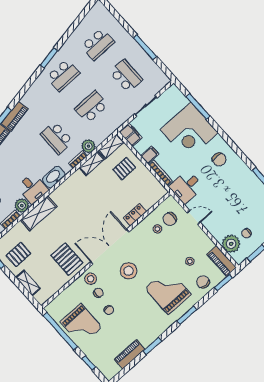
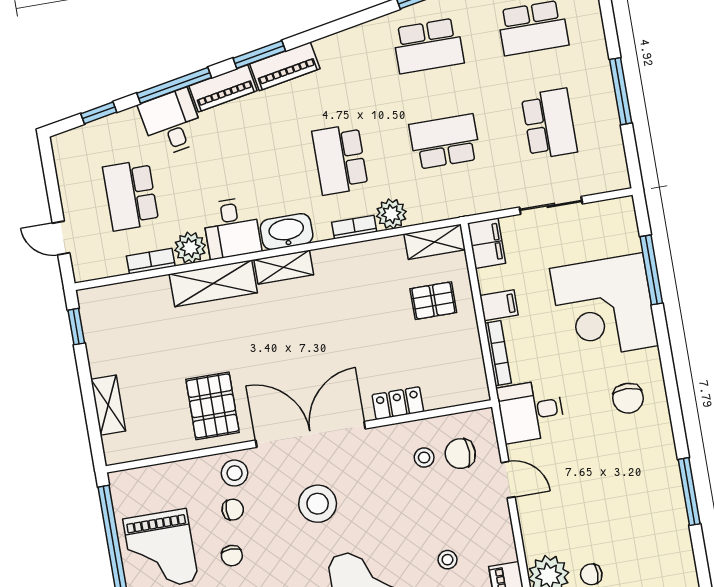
shelving: (92, 164) -> (284, 267), moved
pallet: (18, 254) -> (124, 338), removed

